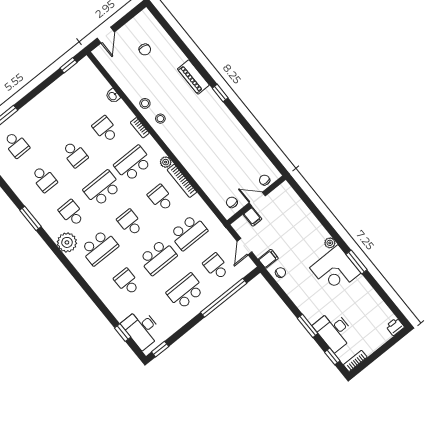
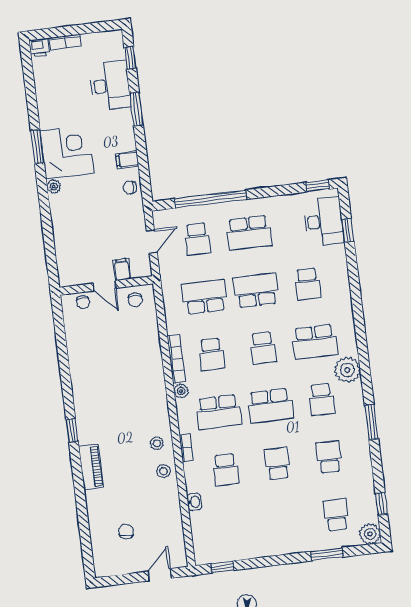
school desk: (99, 248) -> (315, 342), turned 180
filing cabinet: (268, 259) -> (127, 160), moved
bookcase: (355, 361) -> (65, 42), moved

